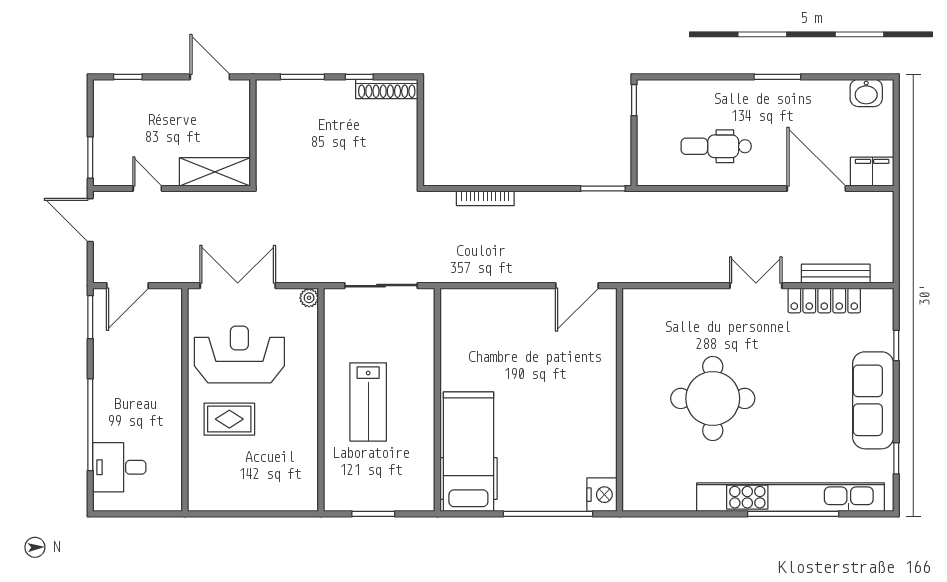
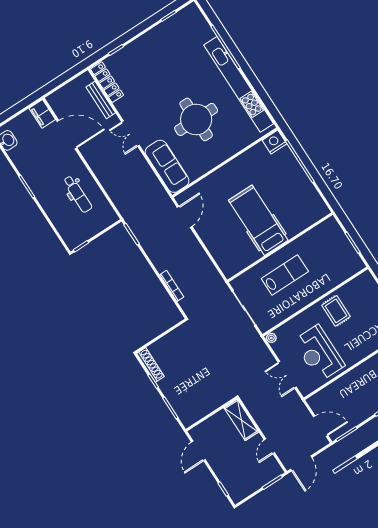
door: (816, 189) -> (67, 135), swing flipped
double door: (238, 286) -> (287, 375), width x0.73
door: (577, 286) -> (185, 217), hinge flipped
locker: (824, 300) -> (107, 82), moved
sofa: (873, 400) -> (167, 166), moved, turned -90
lab bench: (368, 402) -> (285, 275), moved
rug: (229, 419) -> (336, 311), moved
hospital bed: (468, 452) -> (258, 220), moved, turned 90
kitchen unit: (791, 497) -> (239, 84), moved

